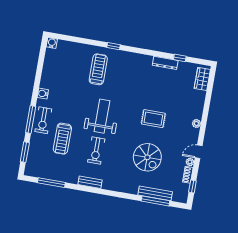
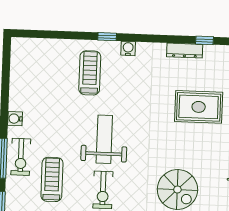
water cooler: (52, 43) -> (128, 48), moved
rug: (153, 119) -> (199, 107), moved, width x1.36, depth x1.43
treadmill: (62, 139) -> (52, 179), turned 180

